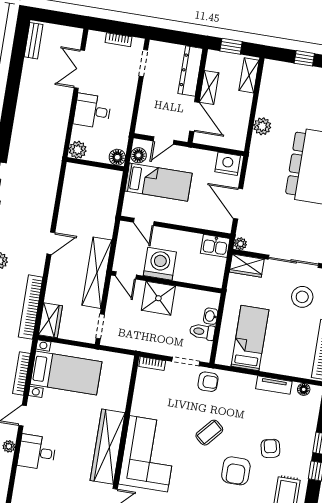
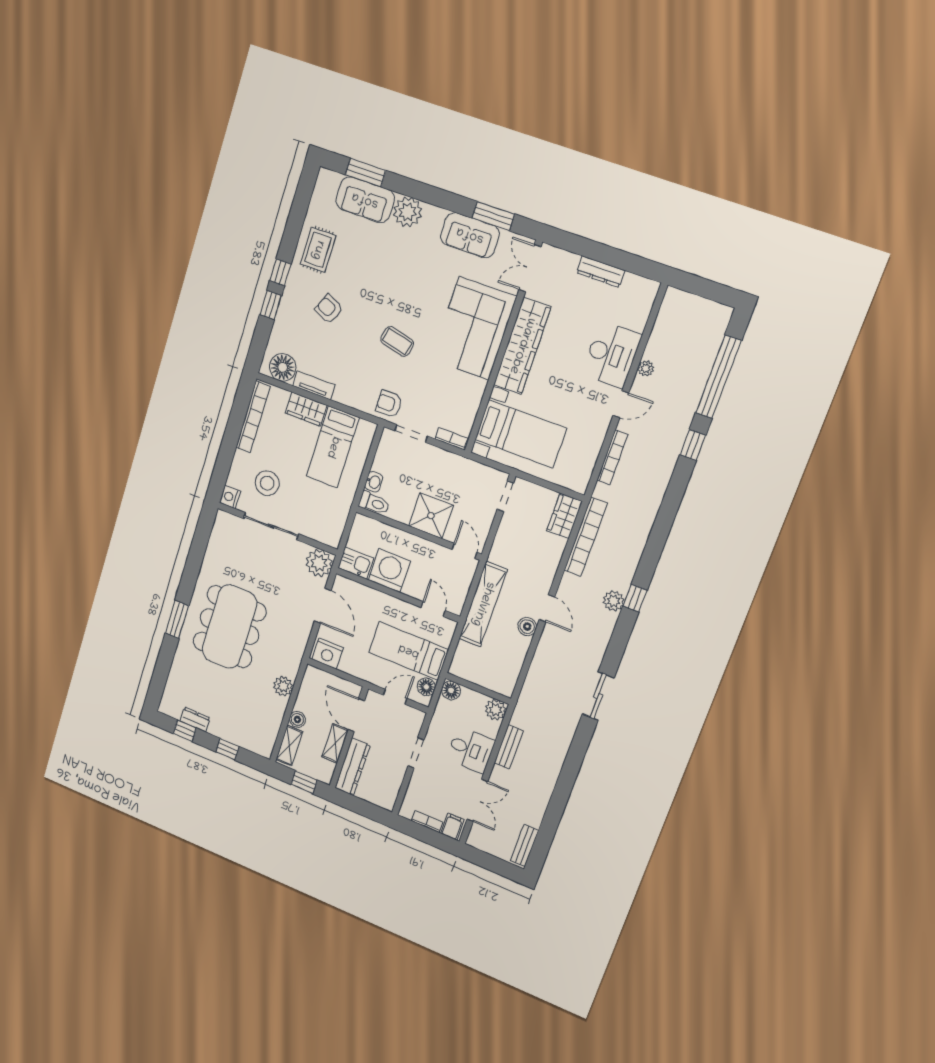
filing cabinet: (96, 41) -> (452, 827), added
doorway: (143, 63) -> (416, 753), moved
boiler: (245, 100) -> (297, 719), added
bench: (61, 121) -> (509, 747), added
boiler: (64, 225) -> (527, 627), added
door: (51, 243) -> (547, 608), swing flipped
plant: (240, 244) -> (319, 563), width x1.88, depth x1.88
washing machine: (160, 264) -> (389, 570), moved, turned 180
wardrobe: (247, 266) -> (306, 409), moved, turned 180
shelving: (97, 273) -> (483, 604), moved
toilet: (202, 332) -> (374, 503), moved
bed with nightstands: (66, 373) -> (521, 434), moved, turned 180
floor lamp: (304, 389) -> (283, 367), width x1.89, depth x1.89
coffee table: (209, 433) -> (397, 341), turned 62
armchair: (270, 448) -> (329, 309), turned 126
desk: (37, 452) -> (612, 355), width x1.37
armchair: (236, 471) -> (373, 288), removed

